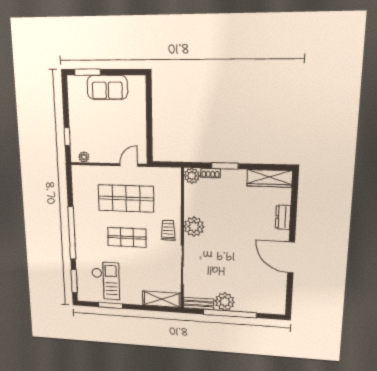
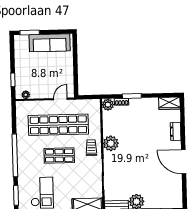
sofa: (107, 87) -> (50, 43), width x1.36
wardrobe: (270, 178) -> (169, 103), width x0.67
shop shelf: (126, 198) -> (58, 125), width x1.40

